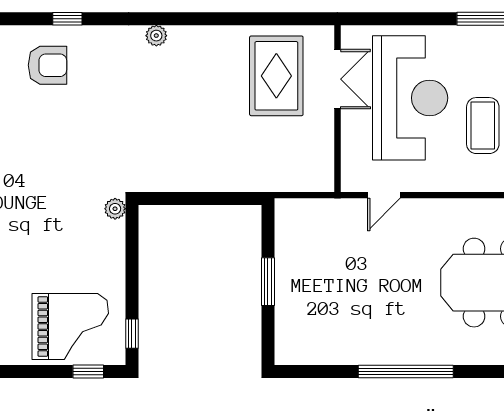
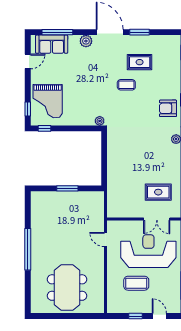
armchair: (47, 65) -> (168, 108), moved, turned 90
rug: (276, 76) -> (158, 192), width x0.73, depth x0.70
reception desk: (410, 98) -> (148, 251), turned 180
coffee table: (33, 148) -> (126, 85), added

